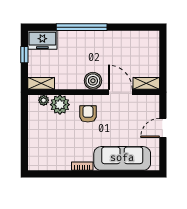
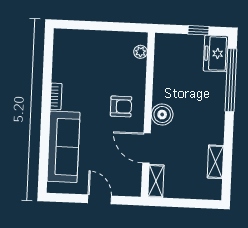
window: (82, 27) -> (231, 80), moved
shelving: (41, 83) -> (215, 162), moved
door: (120, 92) -> (146, 148), swing flipped
plant: (60, 105) -> (134, 72), removed

